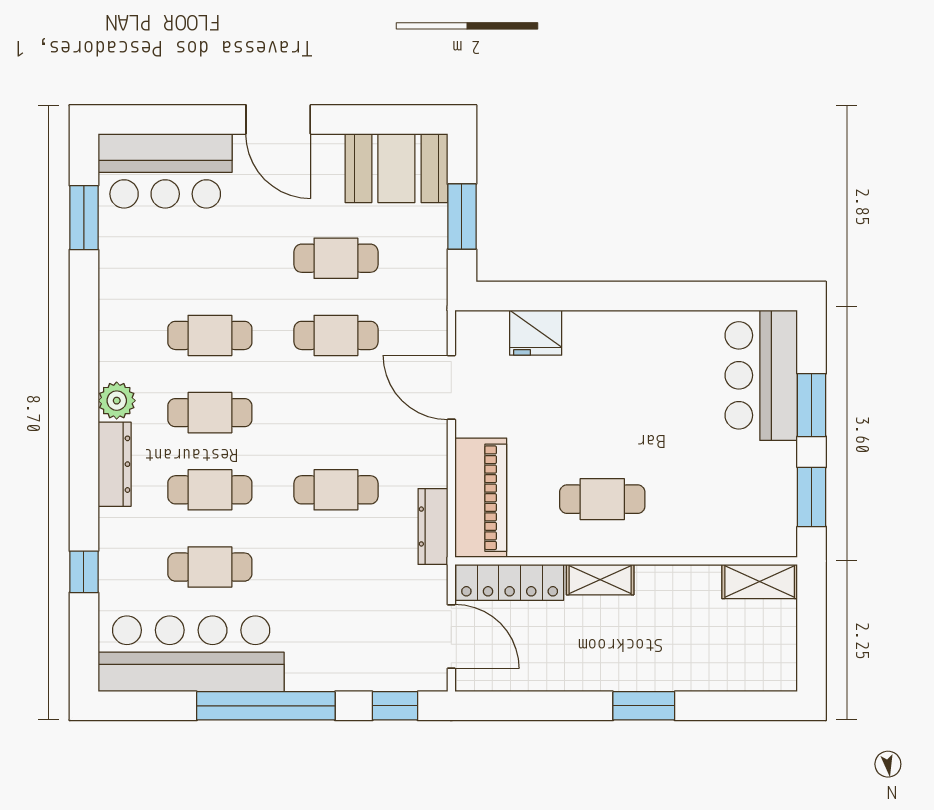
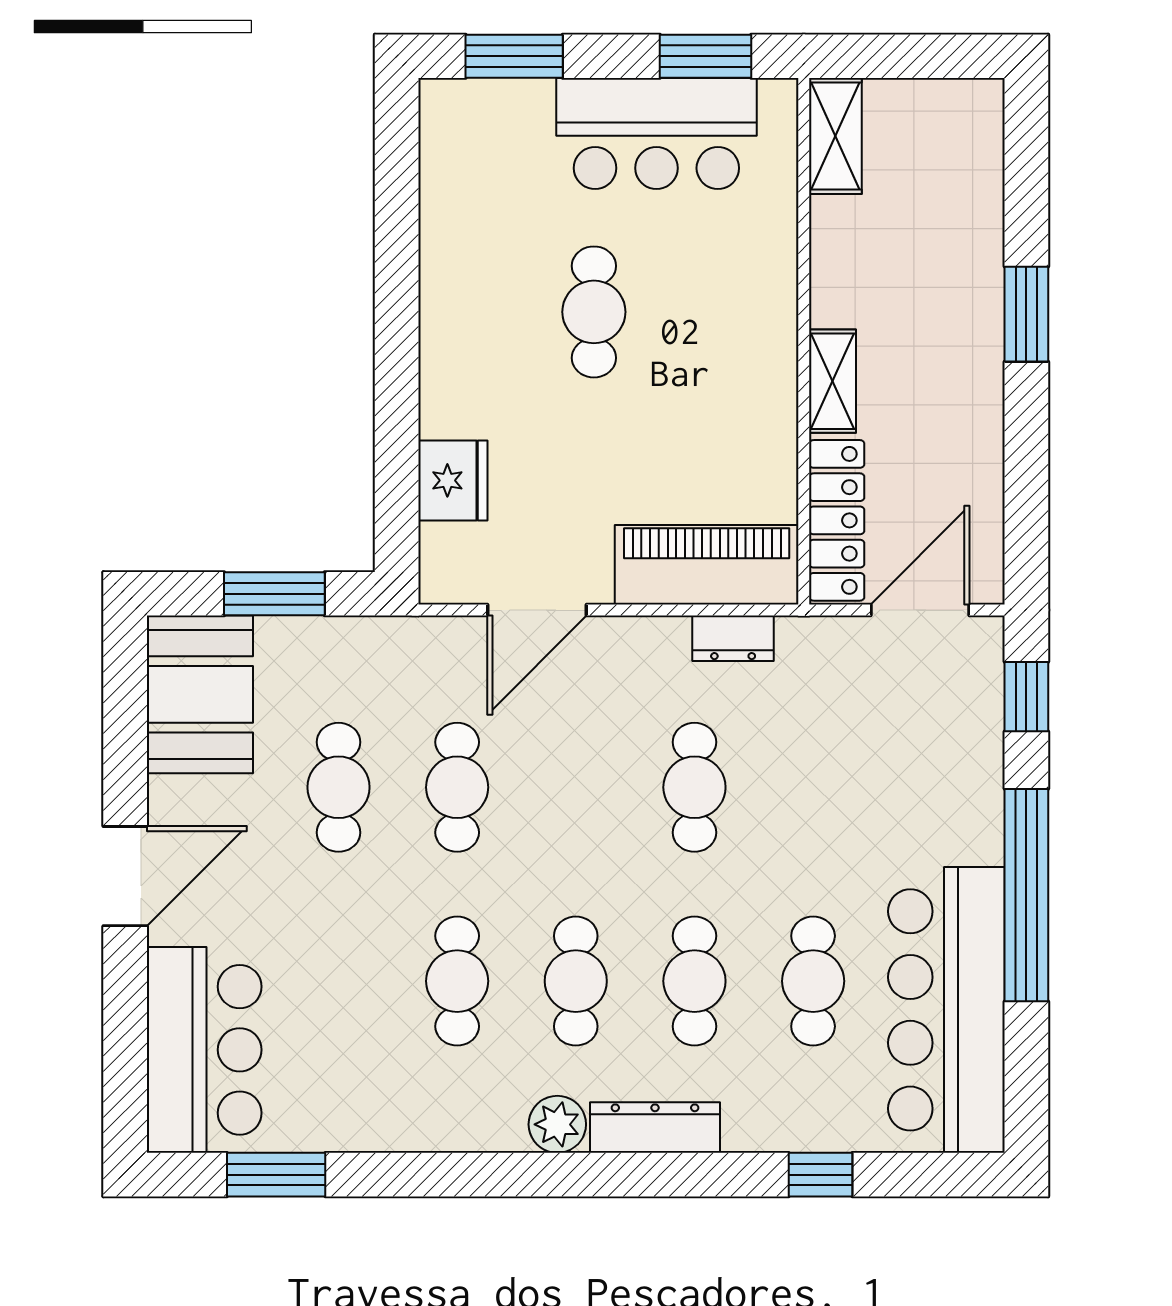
bar counter: (761, 375) -> (656, 134), moved
window: (812, 405) -> (514, 56), moved
cafe table: (602, 499) -> (594, 312), moved
dresser: (433, 527) -> (733, 638), width x0.70

